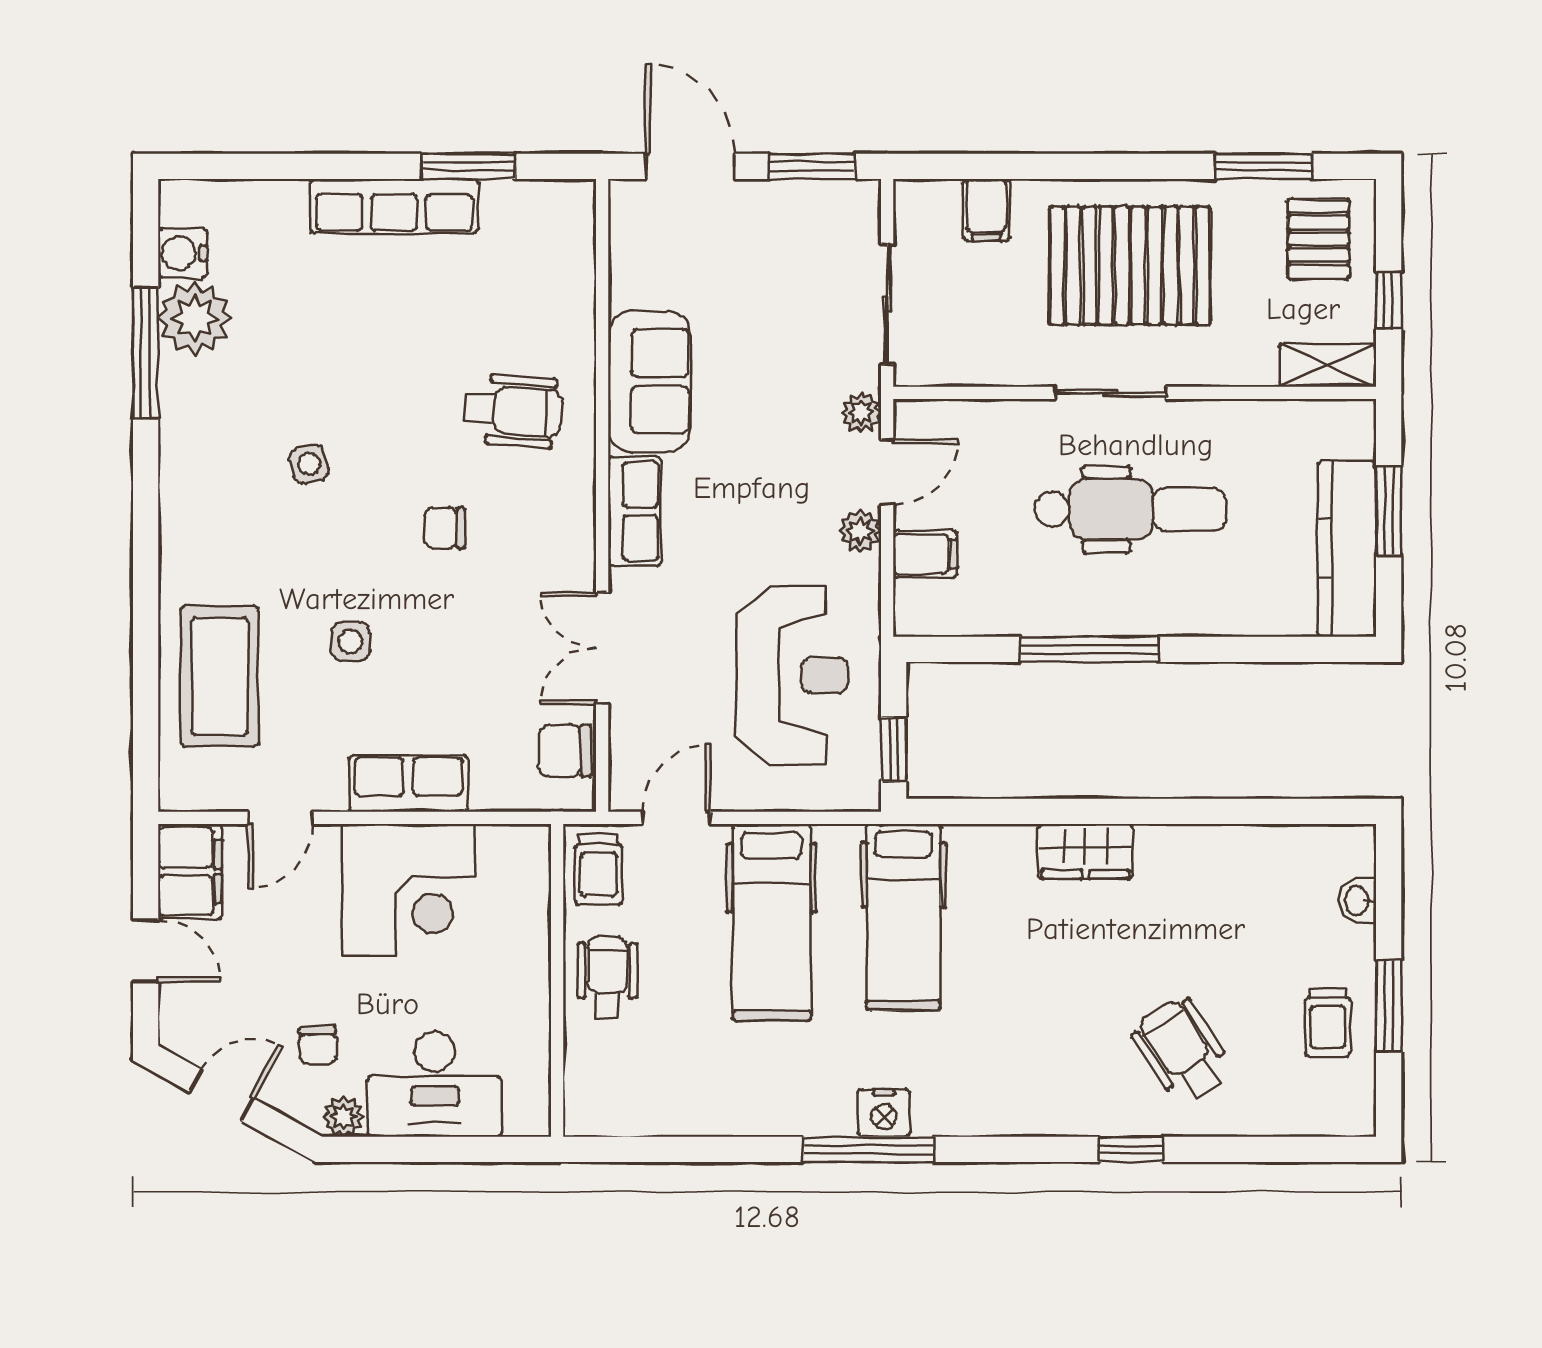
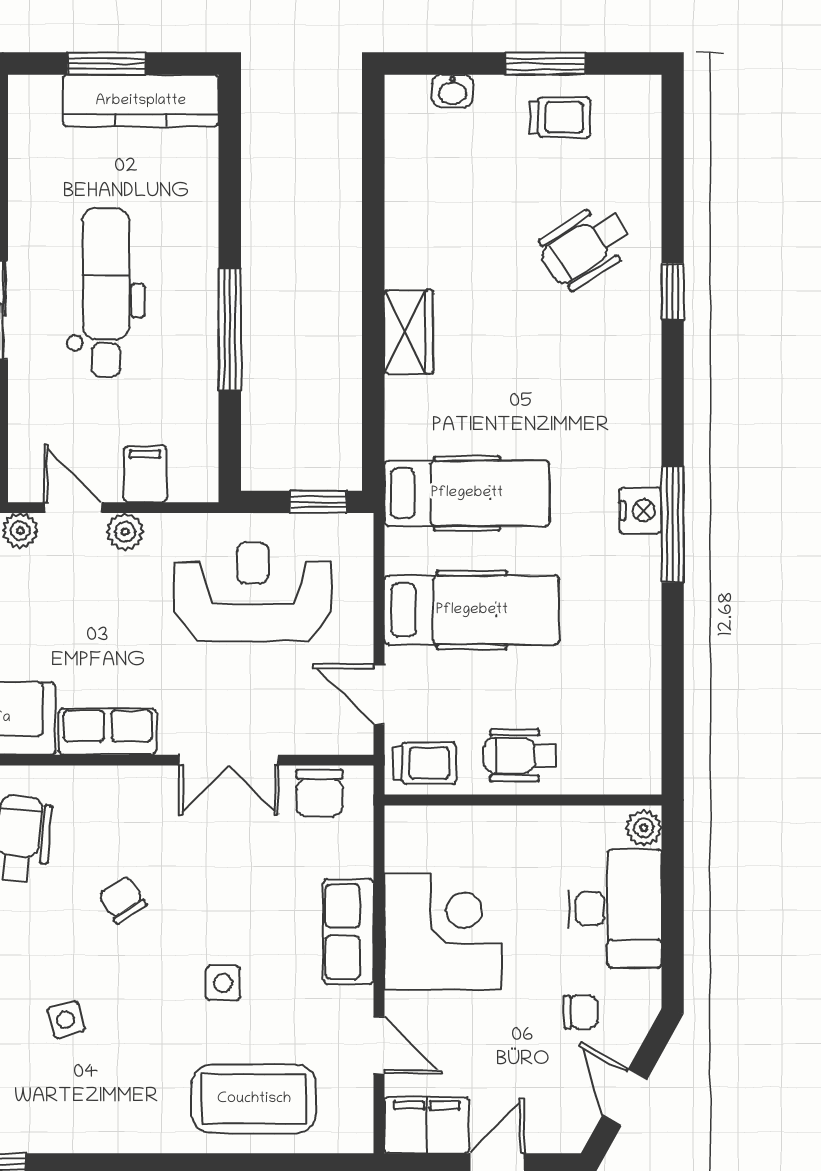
chair: (445, 528) -> (122, 900), turned 147
plant: (343, 1117) -> (644, 828), moved

